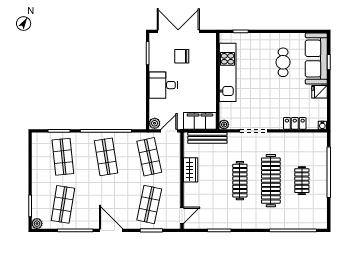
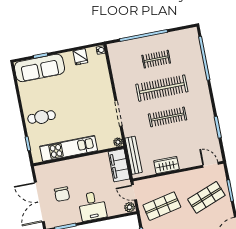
cafe table: (283, 62) -> (42, 117), moved
fridge: (320, 92) -> (80, 57), moved
locker: (295, 123) -> (104, 76), removed
shop shelf: (149, 204) -> (206, 197), turned -33

